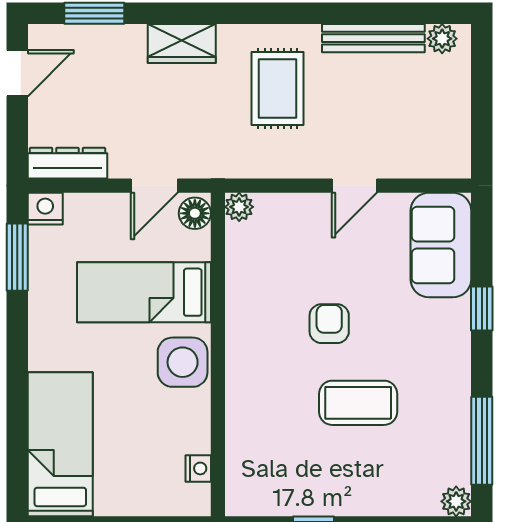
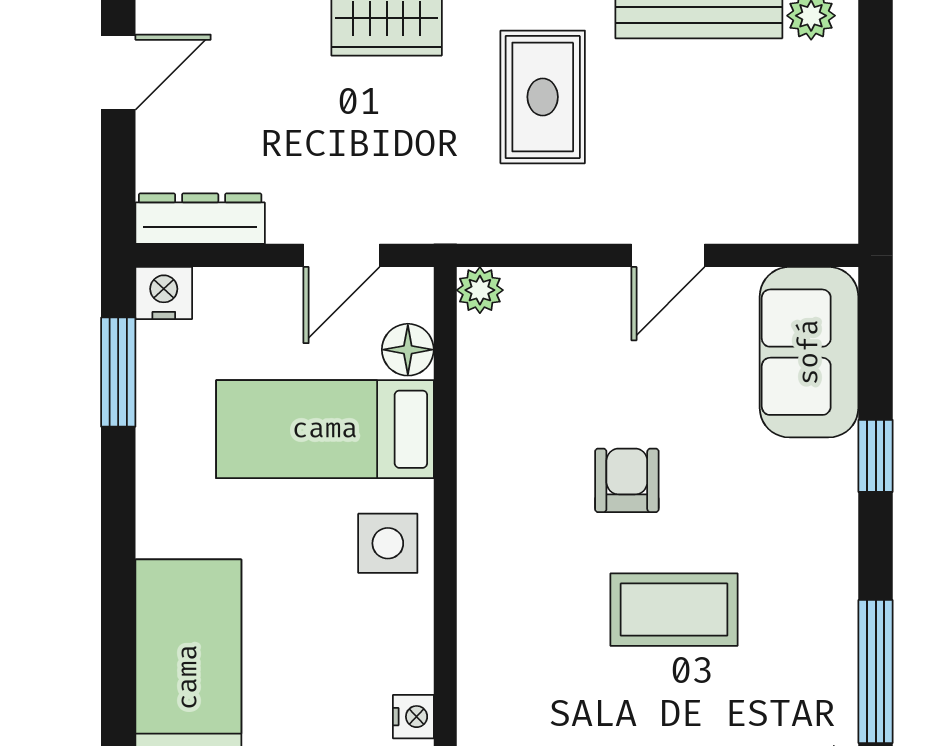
floor lamp: (195, 213) -> (408, 350), moved
side table: (183, 362) -> (388, 543), width x0.73, depth x0.73

